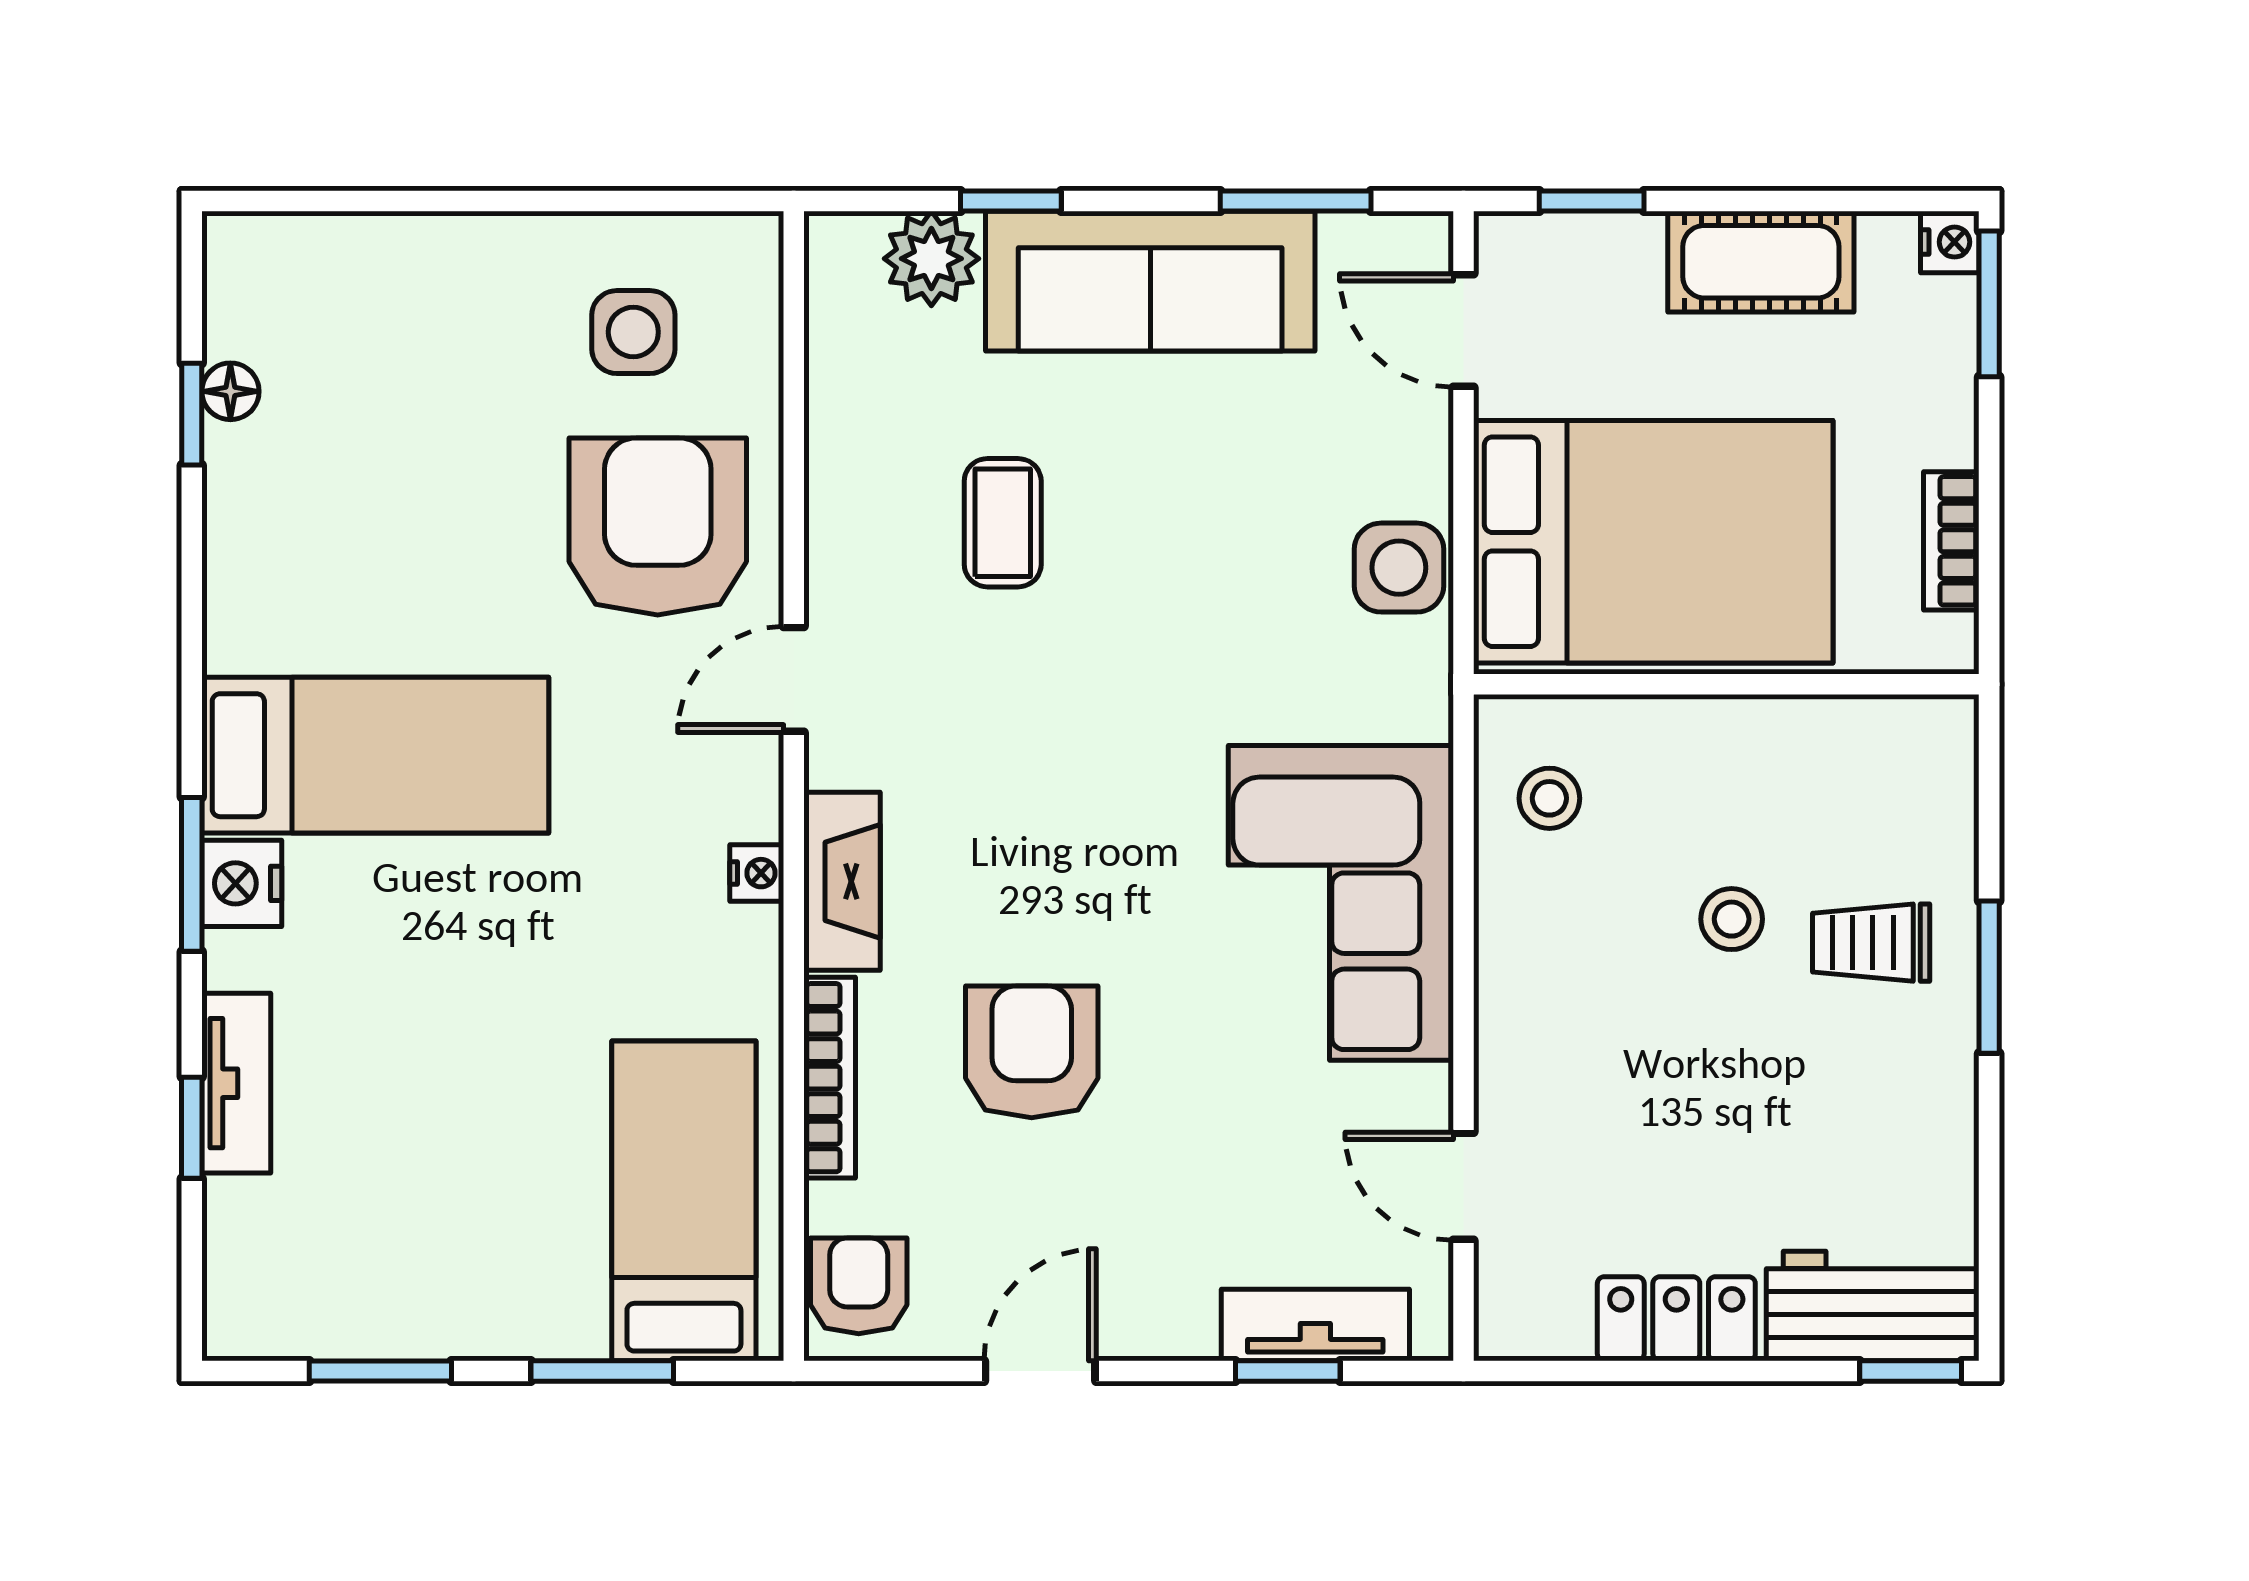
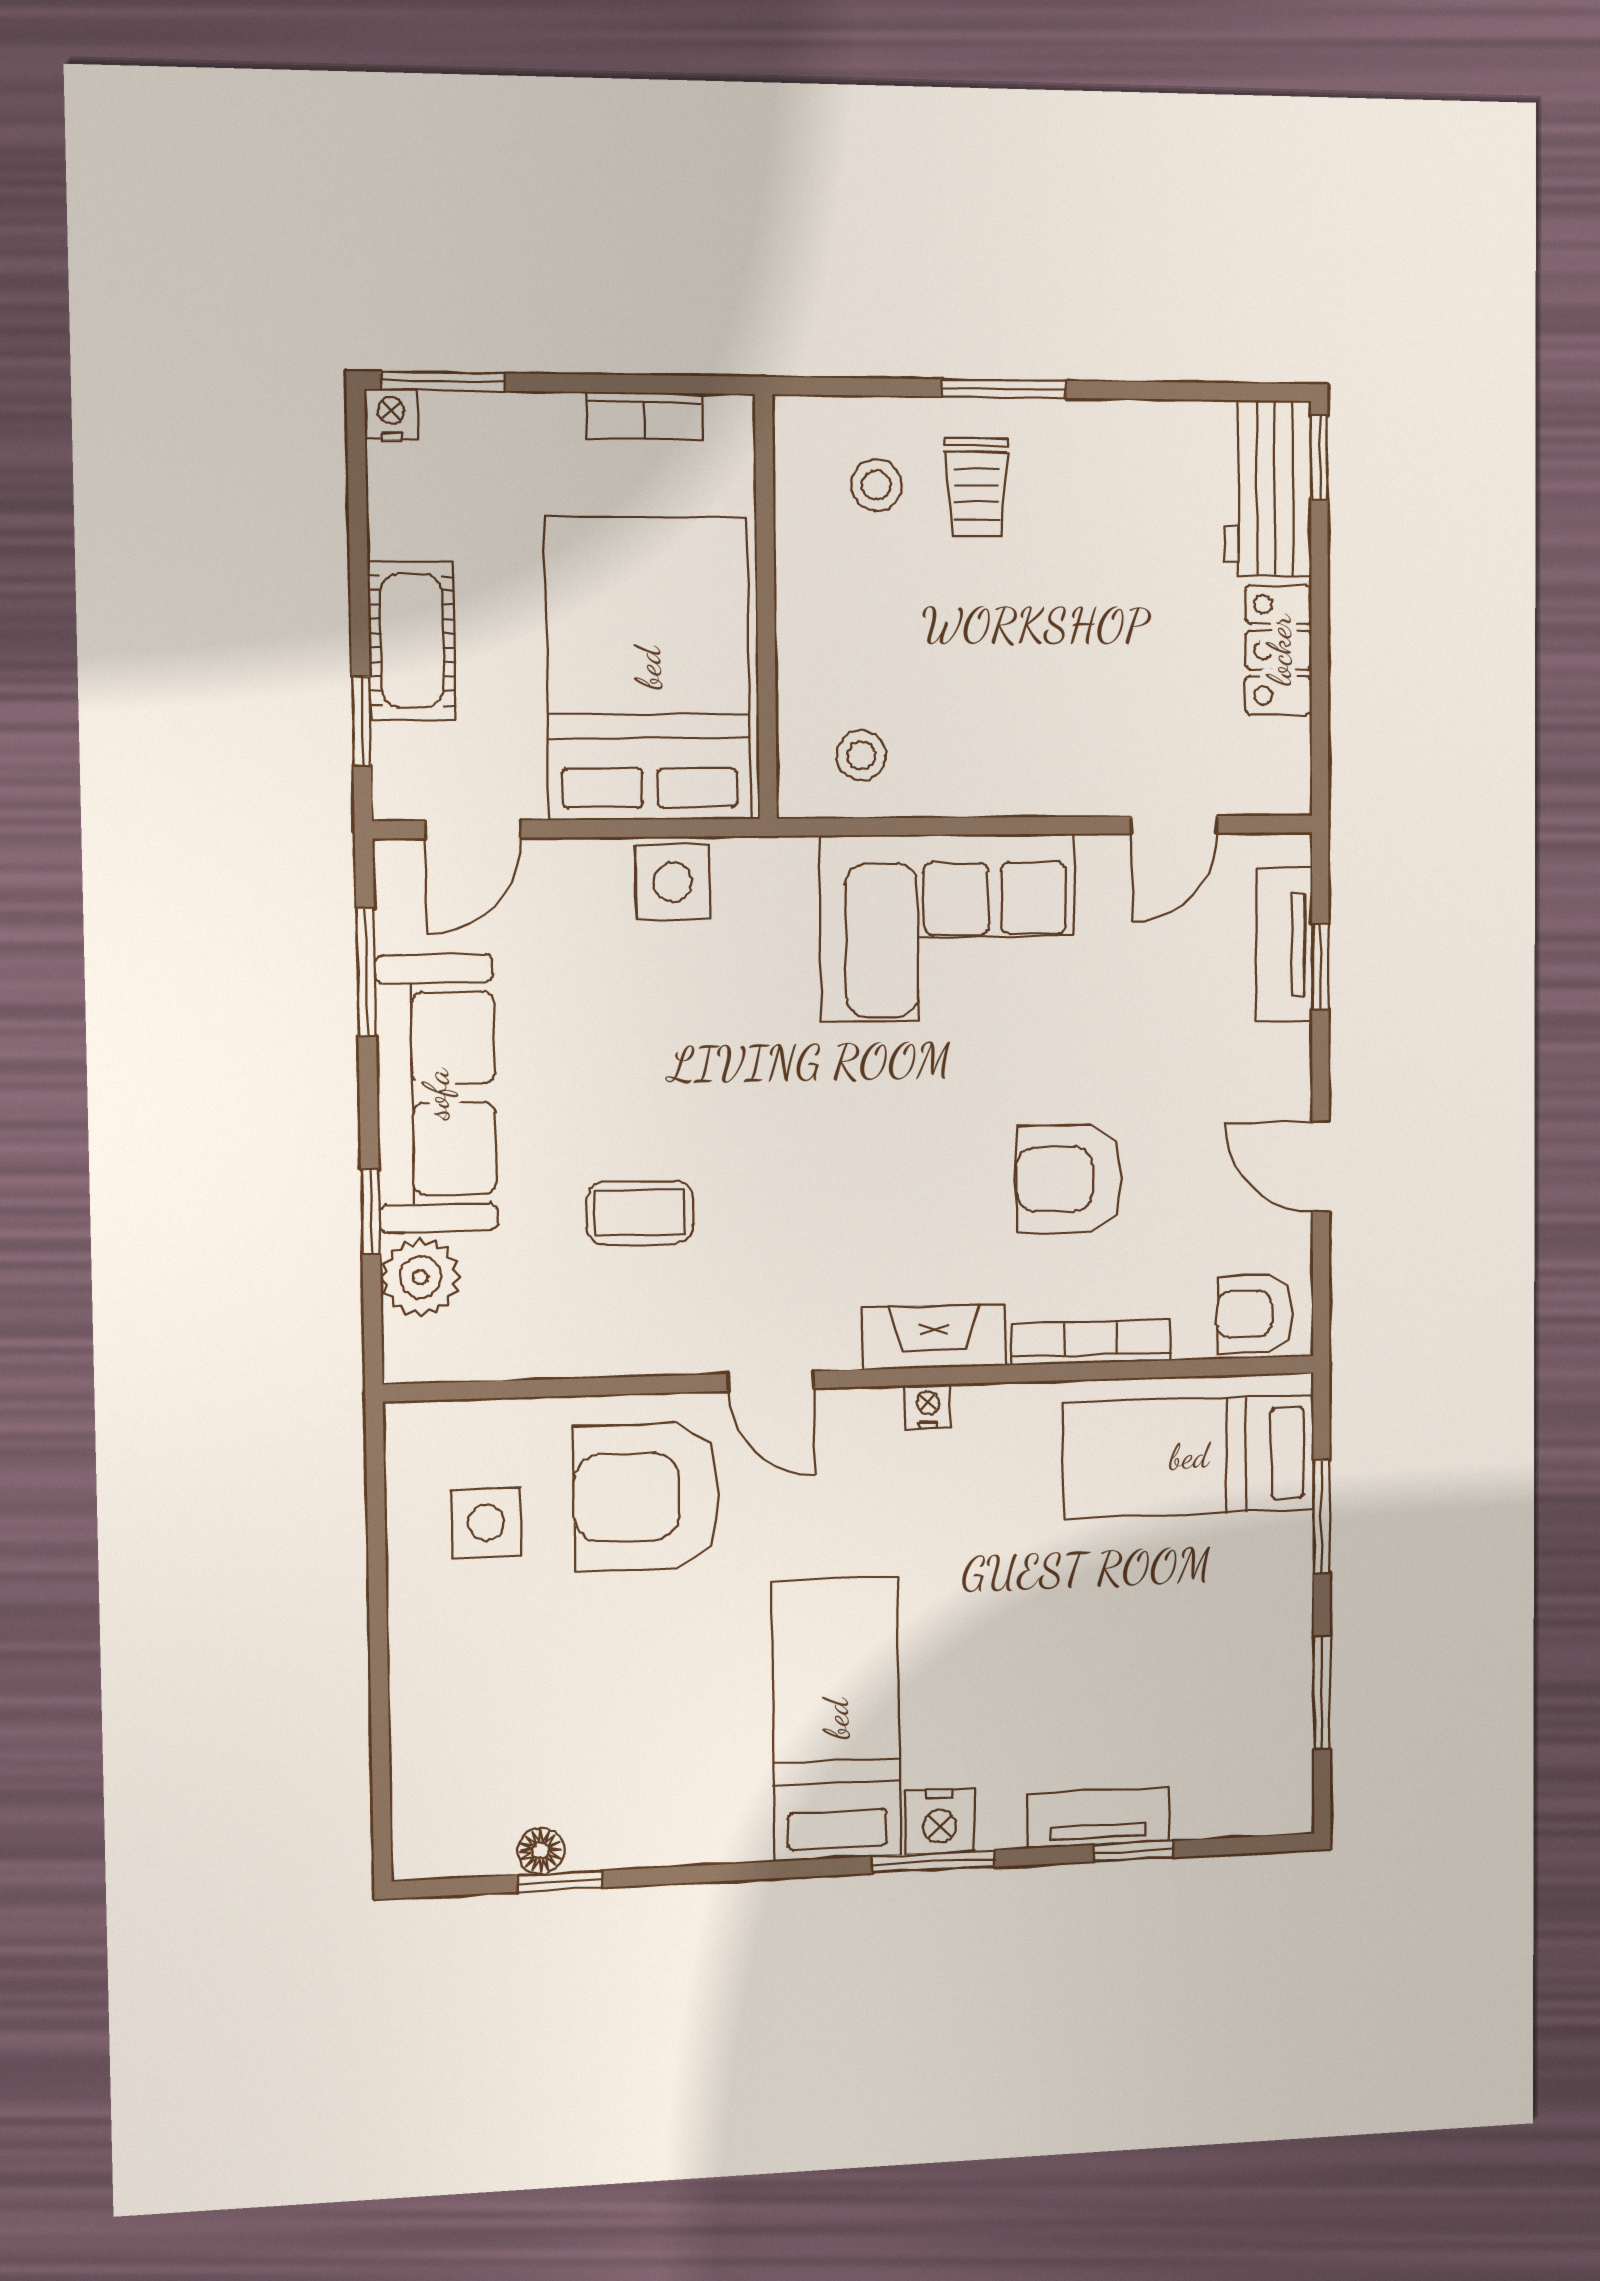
cot: (1761, 262) -> (412, 641), moved
stool: (1732, 919) -> (876, 485), moved

